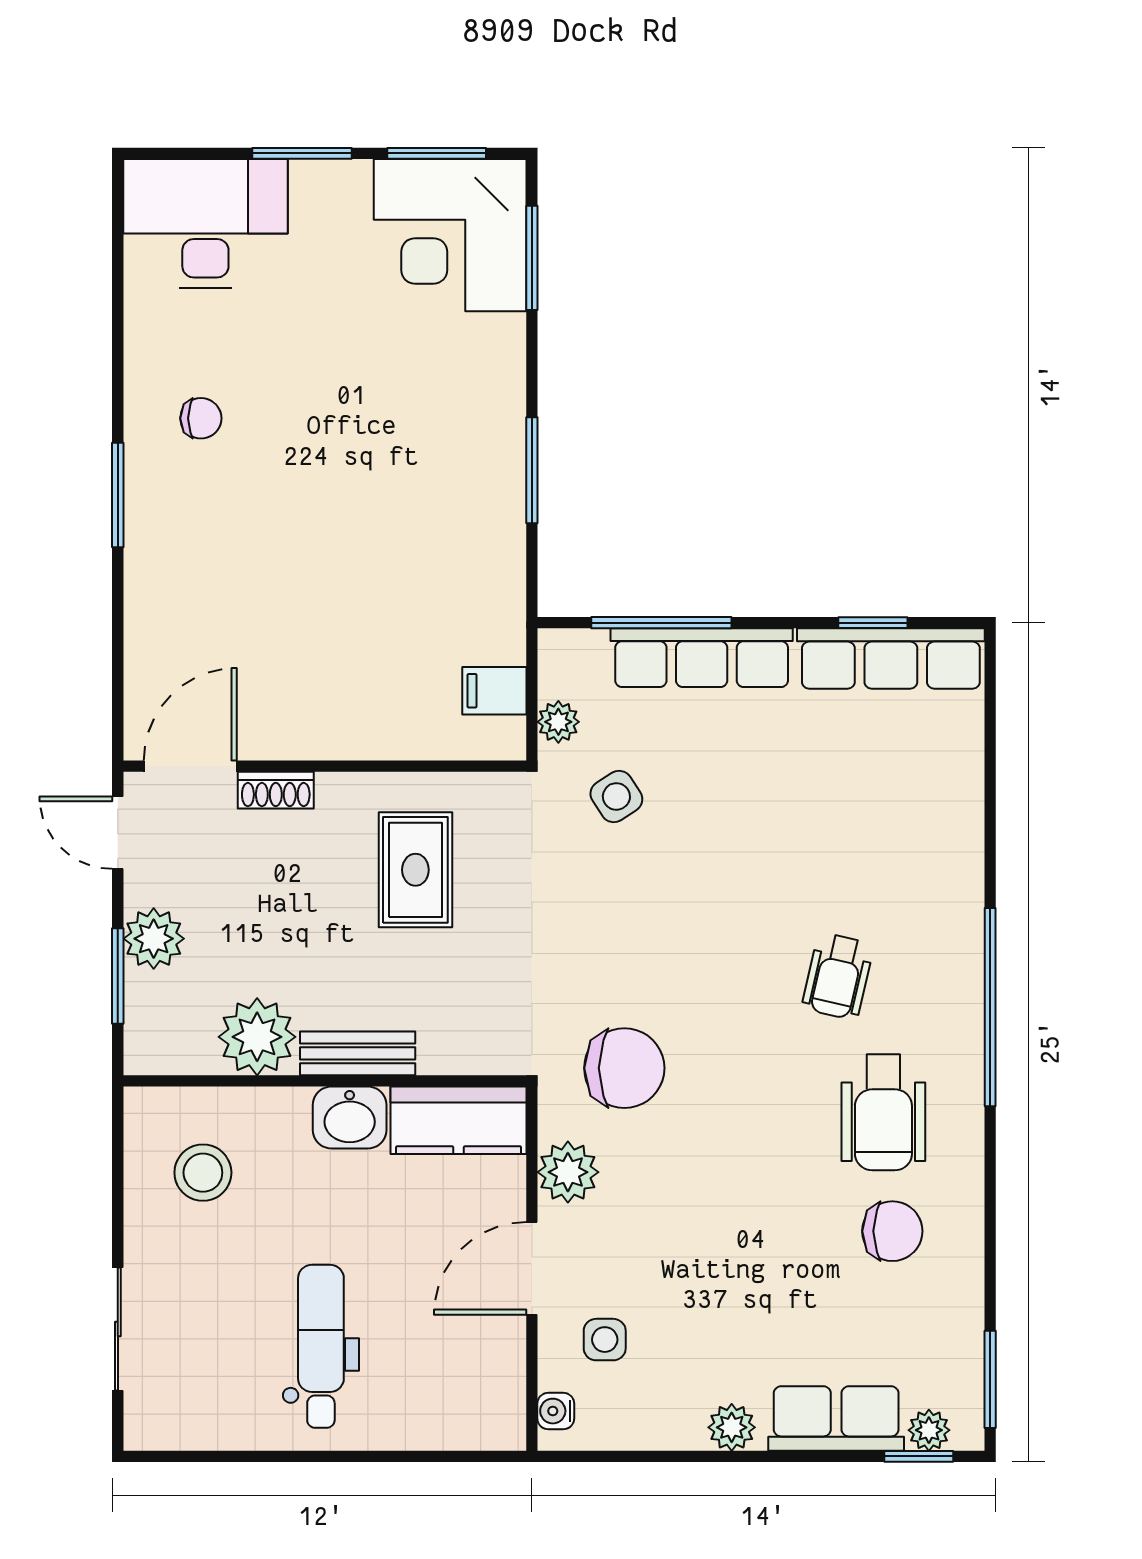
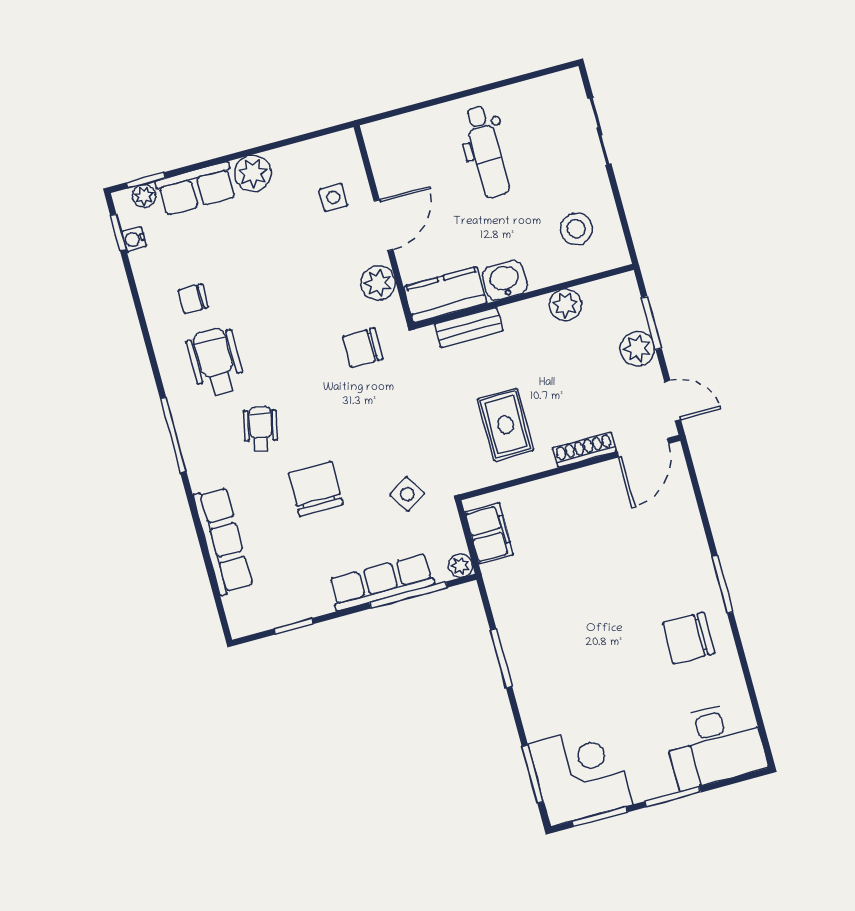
chair: (201, 418) -> (689, 638), width x1.87, depth x1.87
row of seats: (891, 658) -> (223, 541), moved, turned 90
filing cabinet: (494, 691) -> (489, 533), width x2.00
plant: (558, 722) -> (460, 566), moved
shoe rack: (276, 790) -> (584, 450), width x1.43
chair: (771, 848) -> (316, 489), added
window: (990, 1007) -> (173, 435), width x0.68
plant: (257, 1037) -> (565, 305), width x0.73, depth x0.73
bench: (358, 1053) -> (469, 328), moved
chair: (624, 1068) -> (363, 348), width x0.73, depth x0.73
chair: (892, 1231) -> (193, 299), width x0.73, depth x0.73
window: (990, 1379) -> (118, 233), width x0.67
water cooler: (556, 1411) -> (134, 239), moved, turned 180
plant: (732, 1427) -> (253, 173), width x1.38, depth x1.38

